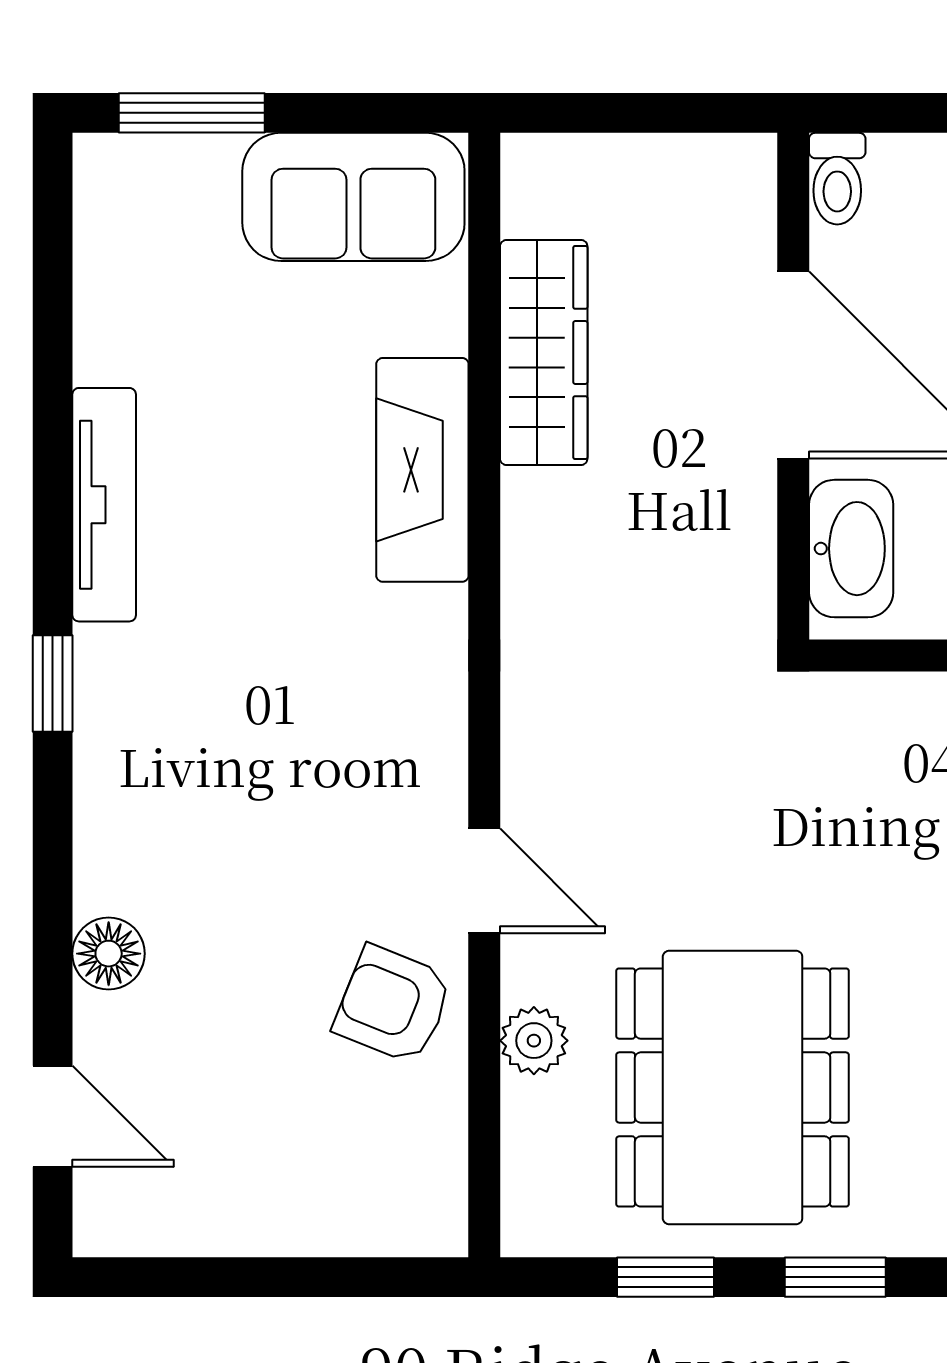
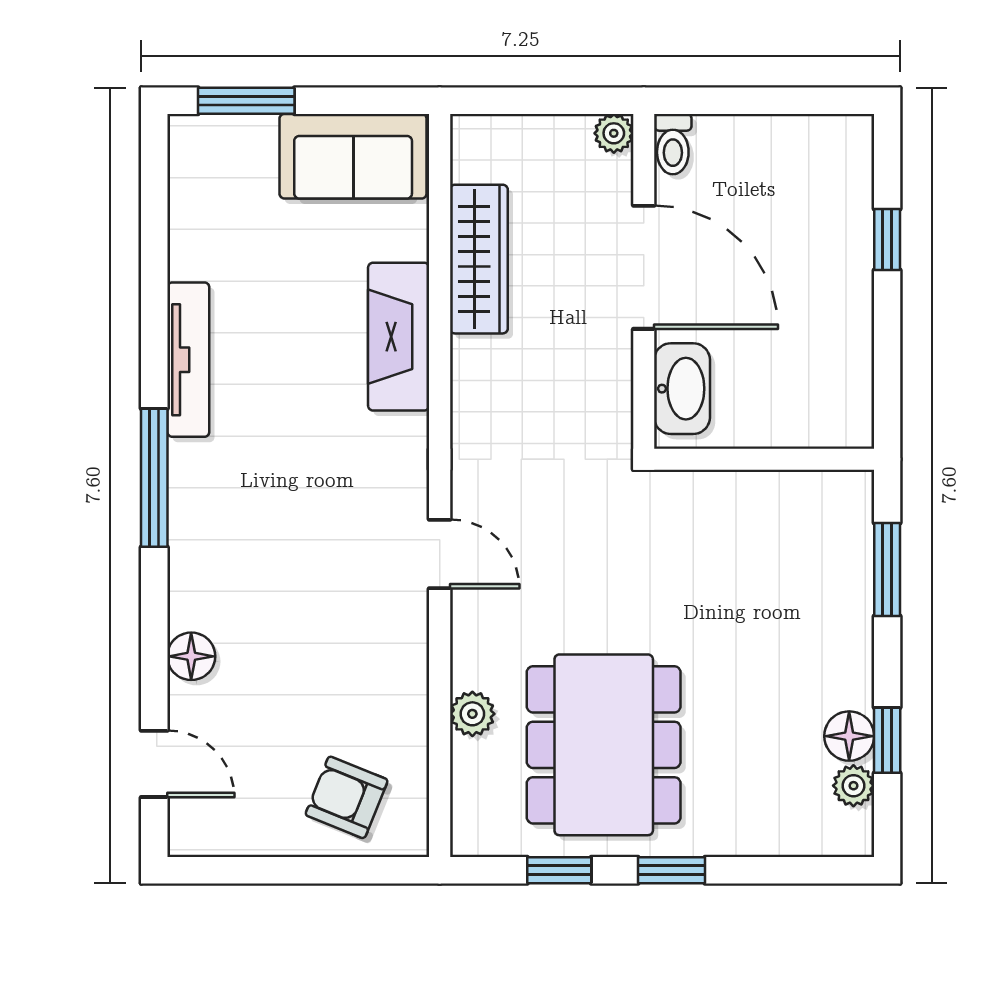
plant: (748, 162) -> (614, 133), added
window: (53, 684) -> (154, 478), width x2.17
door: (484, 881) -> (440, 554), moved
armchair: (393, 1005) -> (347, 797), moved

